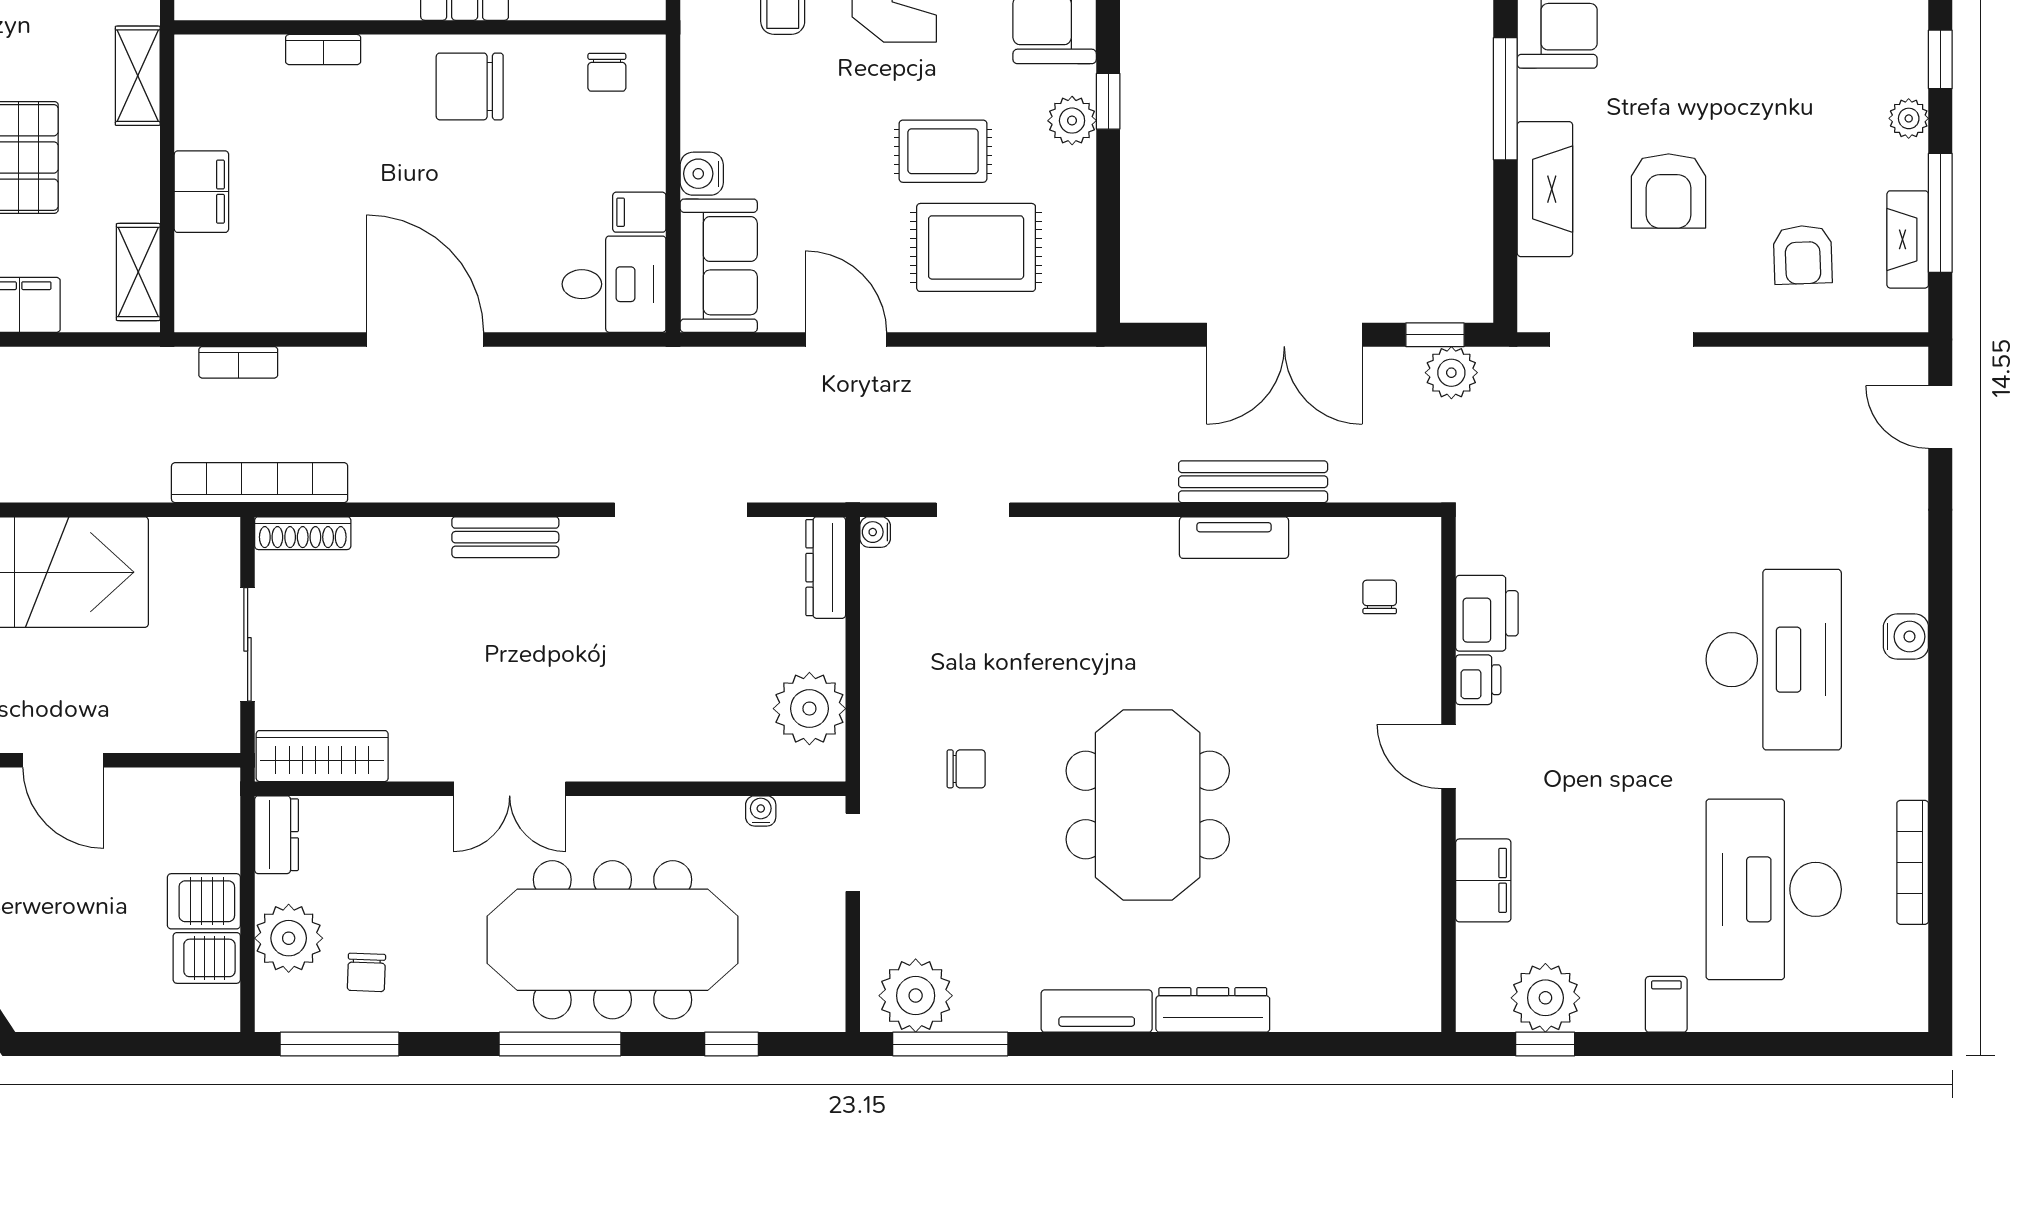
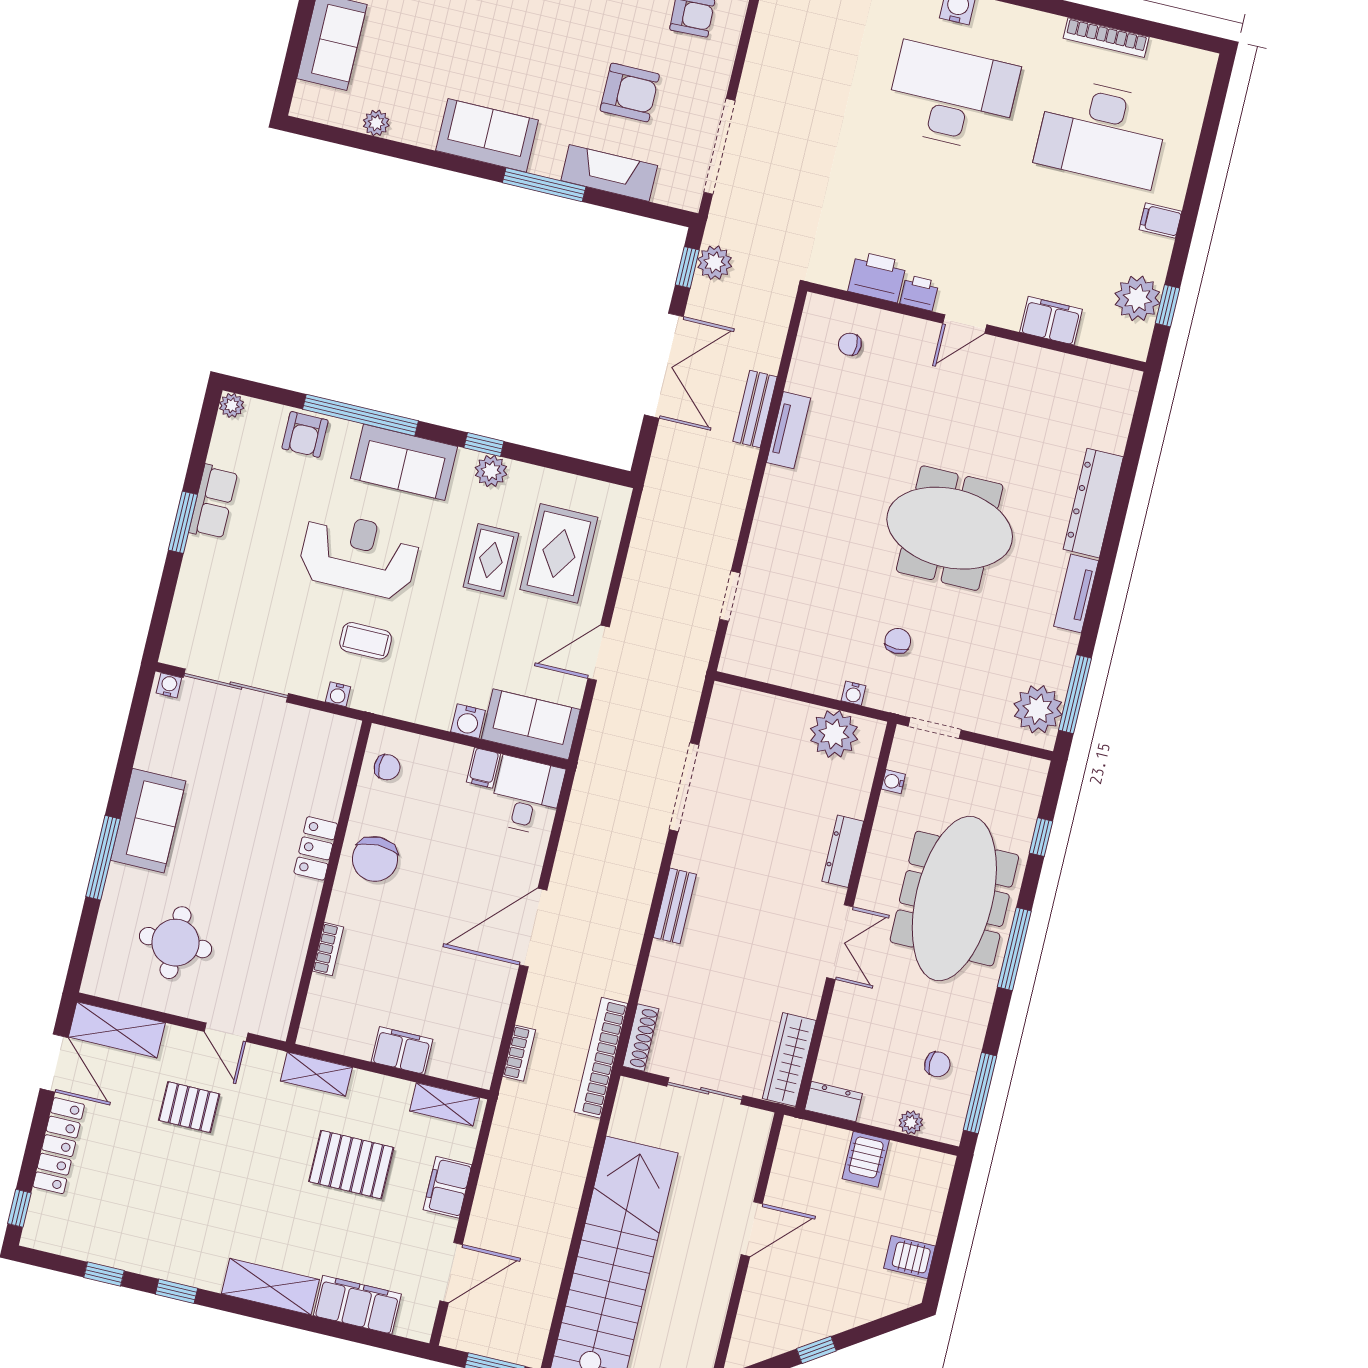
bench: (1253, 482) -> (755, 409), width x0.73
water cooler: (875, 532) -> (854, 693), moved
dresser: (826, 568) -> (843, 851), moved, turned 90
plant: (289, 938) -> (911, 1123), width x0.53, depth x0.53
server rack: (207, 958) -> (910, 1257), moved, turned 90
dresser: (1213, 1010) -> (1093, 503), width x1.37, depth x1.24

